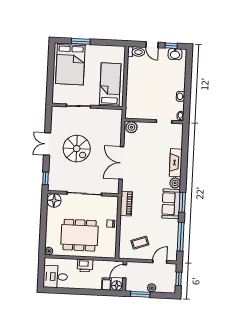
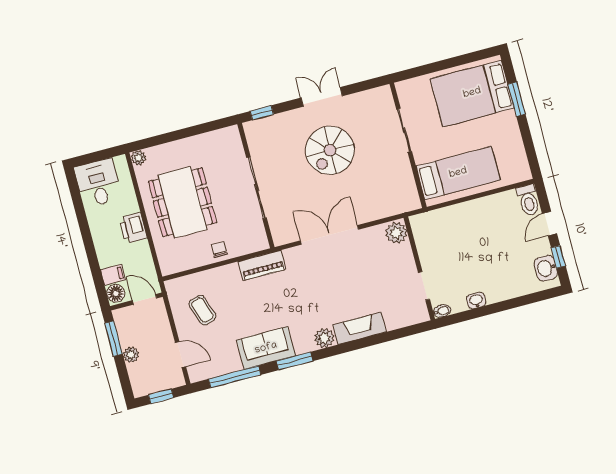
floor lamp: (54, 200) -> (228, 139), removed
sofa: (171, 204) -> (266, 348), moved

